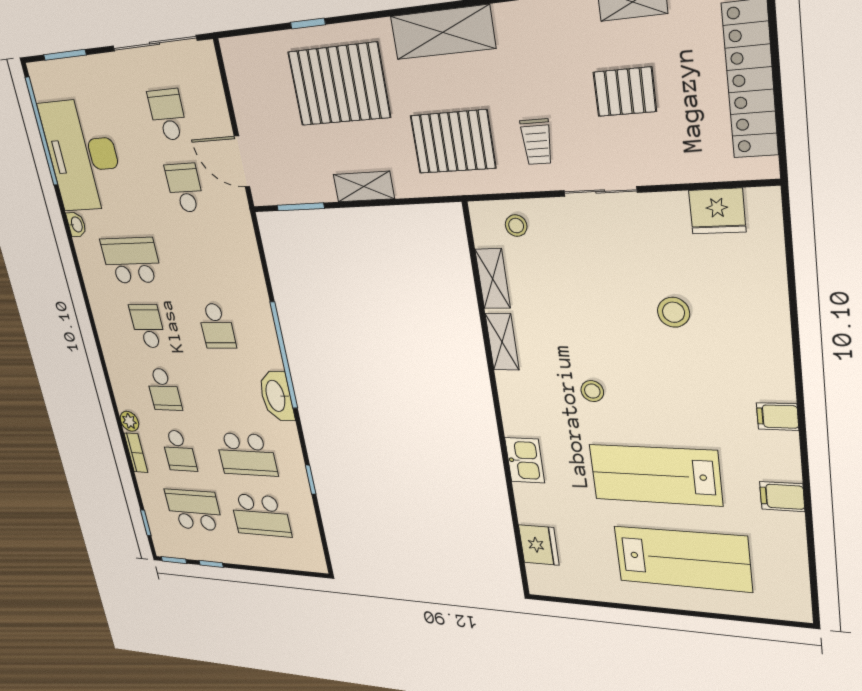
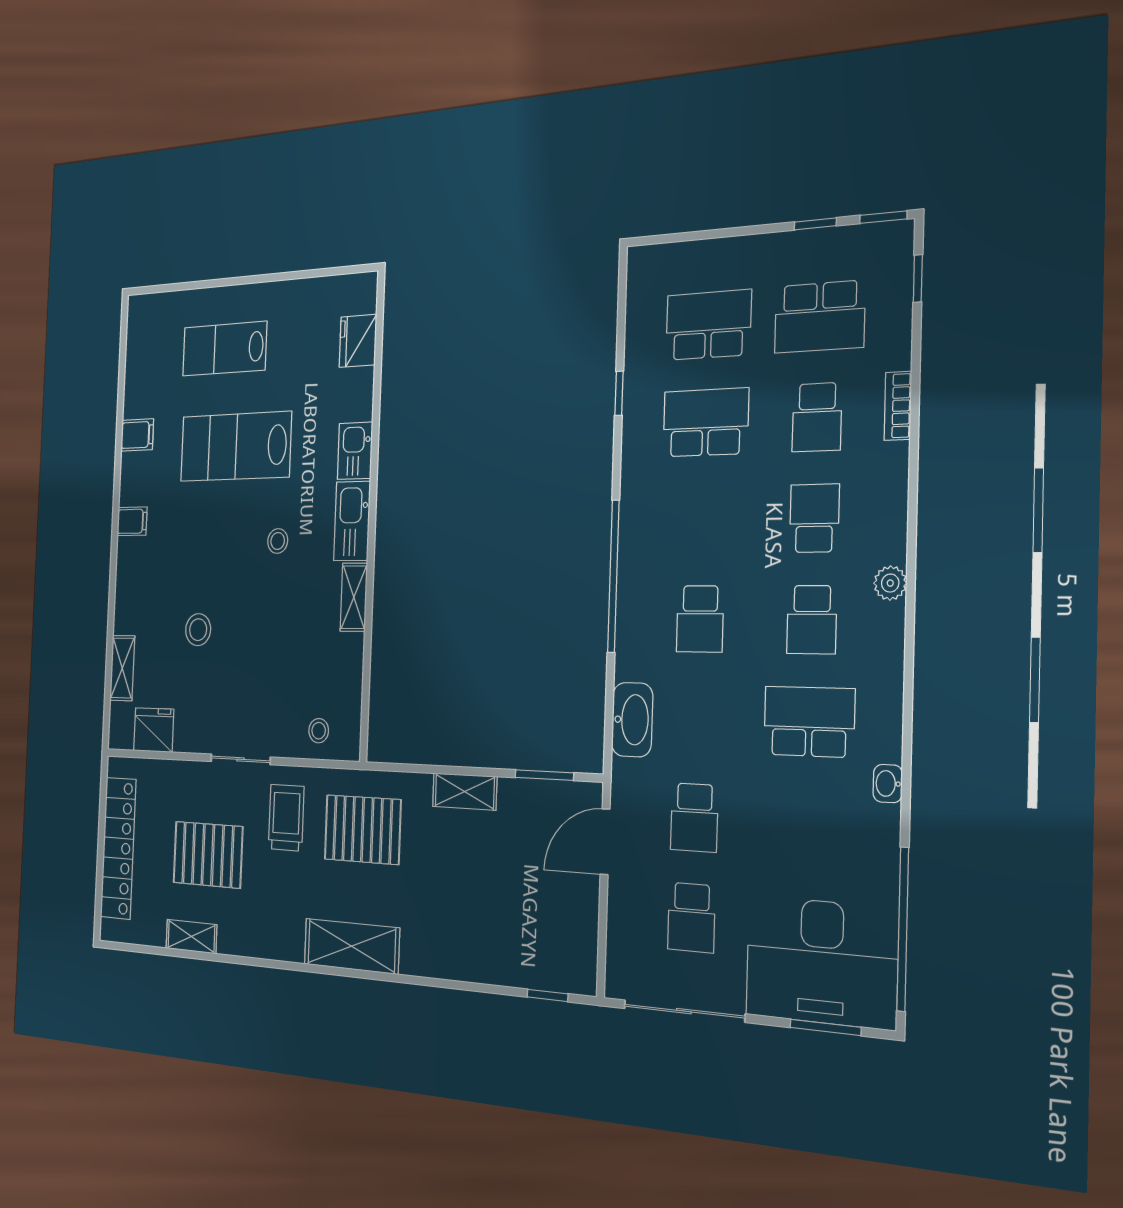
window: (308, 24) -> (547, 995), moved
pallet: (339, 84) -> (467, 913), removed
pallet: (625, 92) -> (208, 855), width x1.50, depth x1.42
trolley: (537, 142) -> (286, 818), width x1.36, depth x1.39
desk: (83, 155) -> (821, 962), moved, turned 90
door: (242, 161) -> (605, 842), swing flipped
school desk: (131, 260) -> (809, 722), turned 180
shelving: (493, 279) -> (122, 668), moved
school desk: (217, 326) -> (700, 619), turned 180
washbasin: (276, 396) -> (632, 720), moved
kitchen sink: (516, 404) -> (352, 521), added
plant: (129, 421) -> (890, 583), moved
school desk: (179, 451) -> (817, 417), turned 180
lab bench: (655, 475) -> (235, 447), turned 180
lab bench: (682, 559) -> (224, 349), width x0.73, depth x0.72

